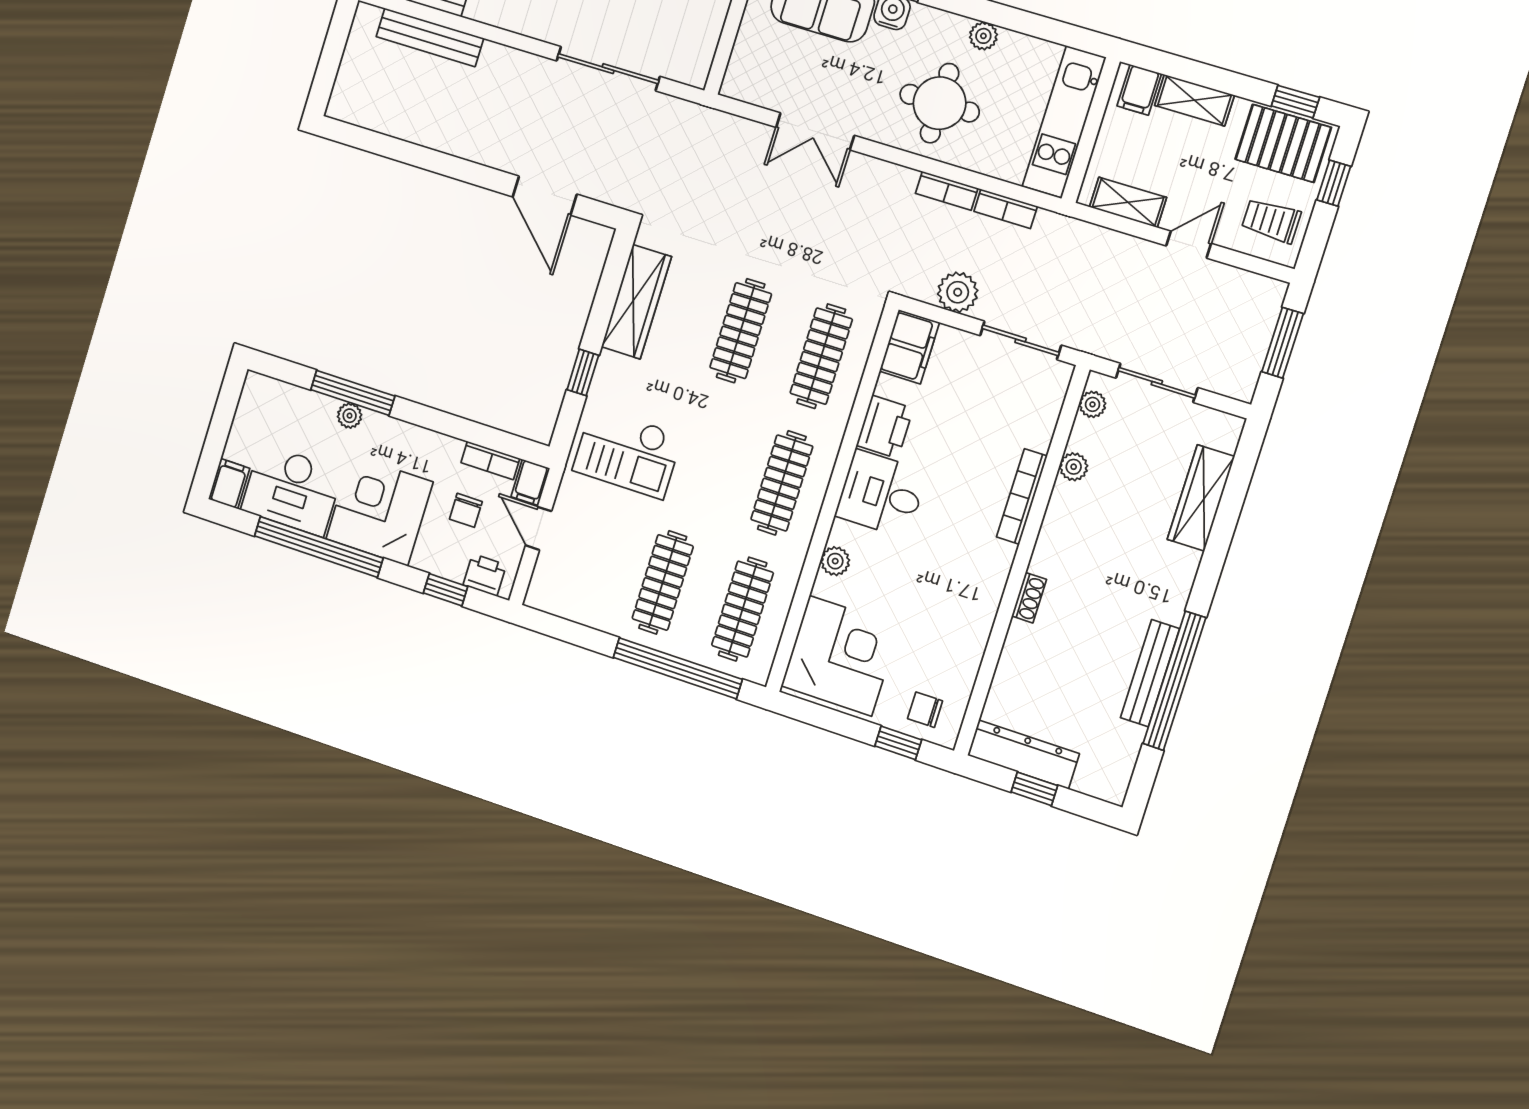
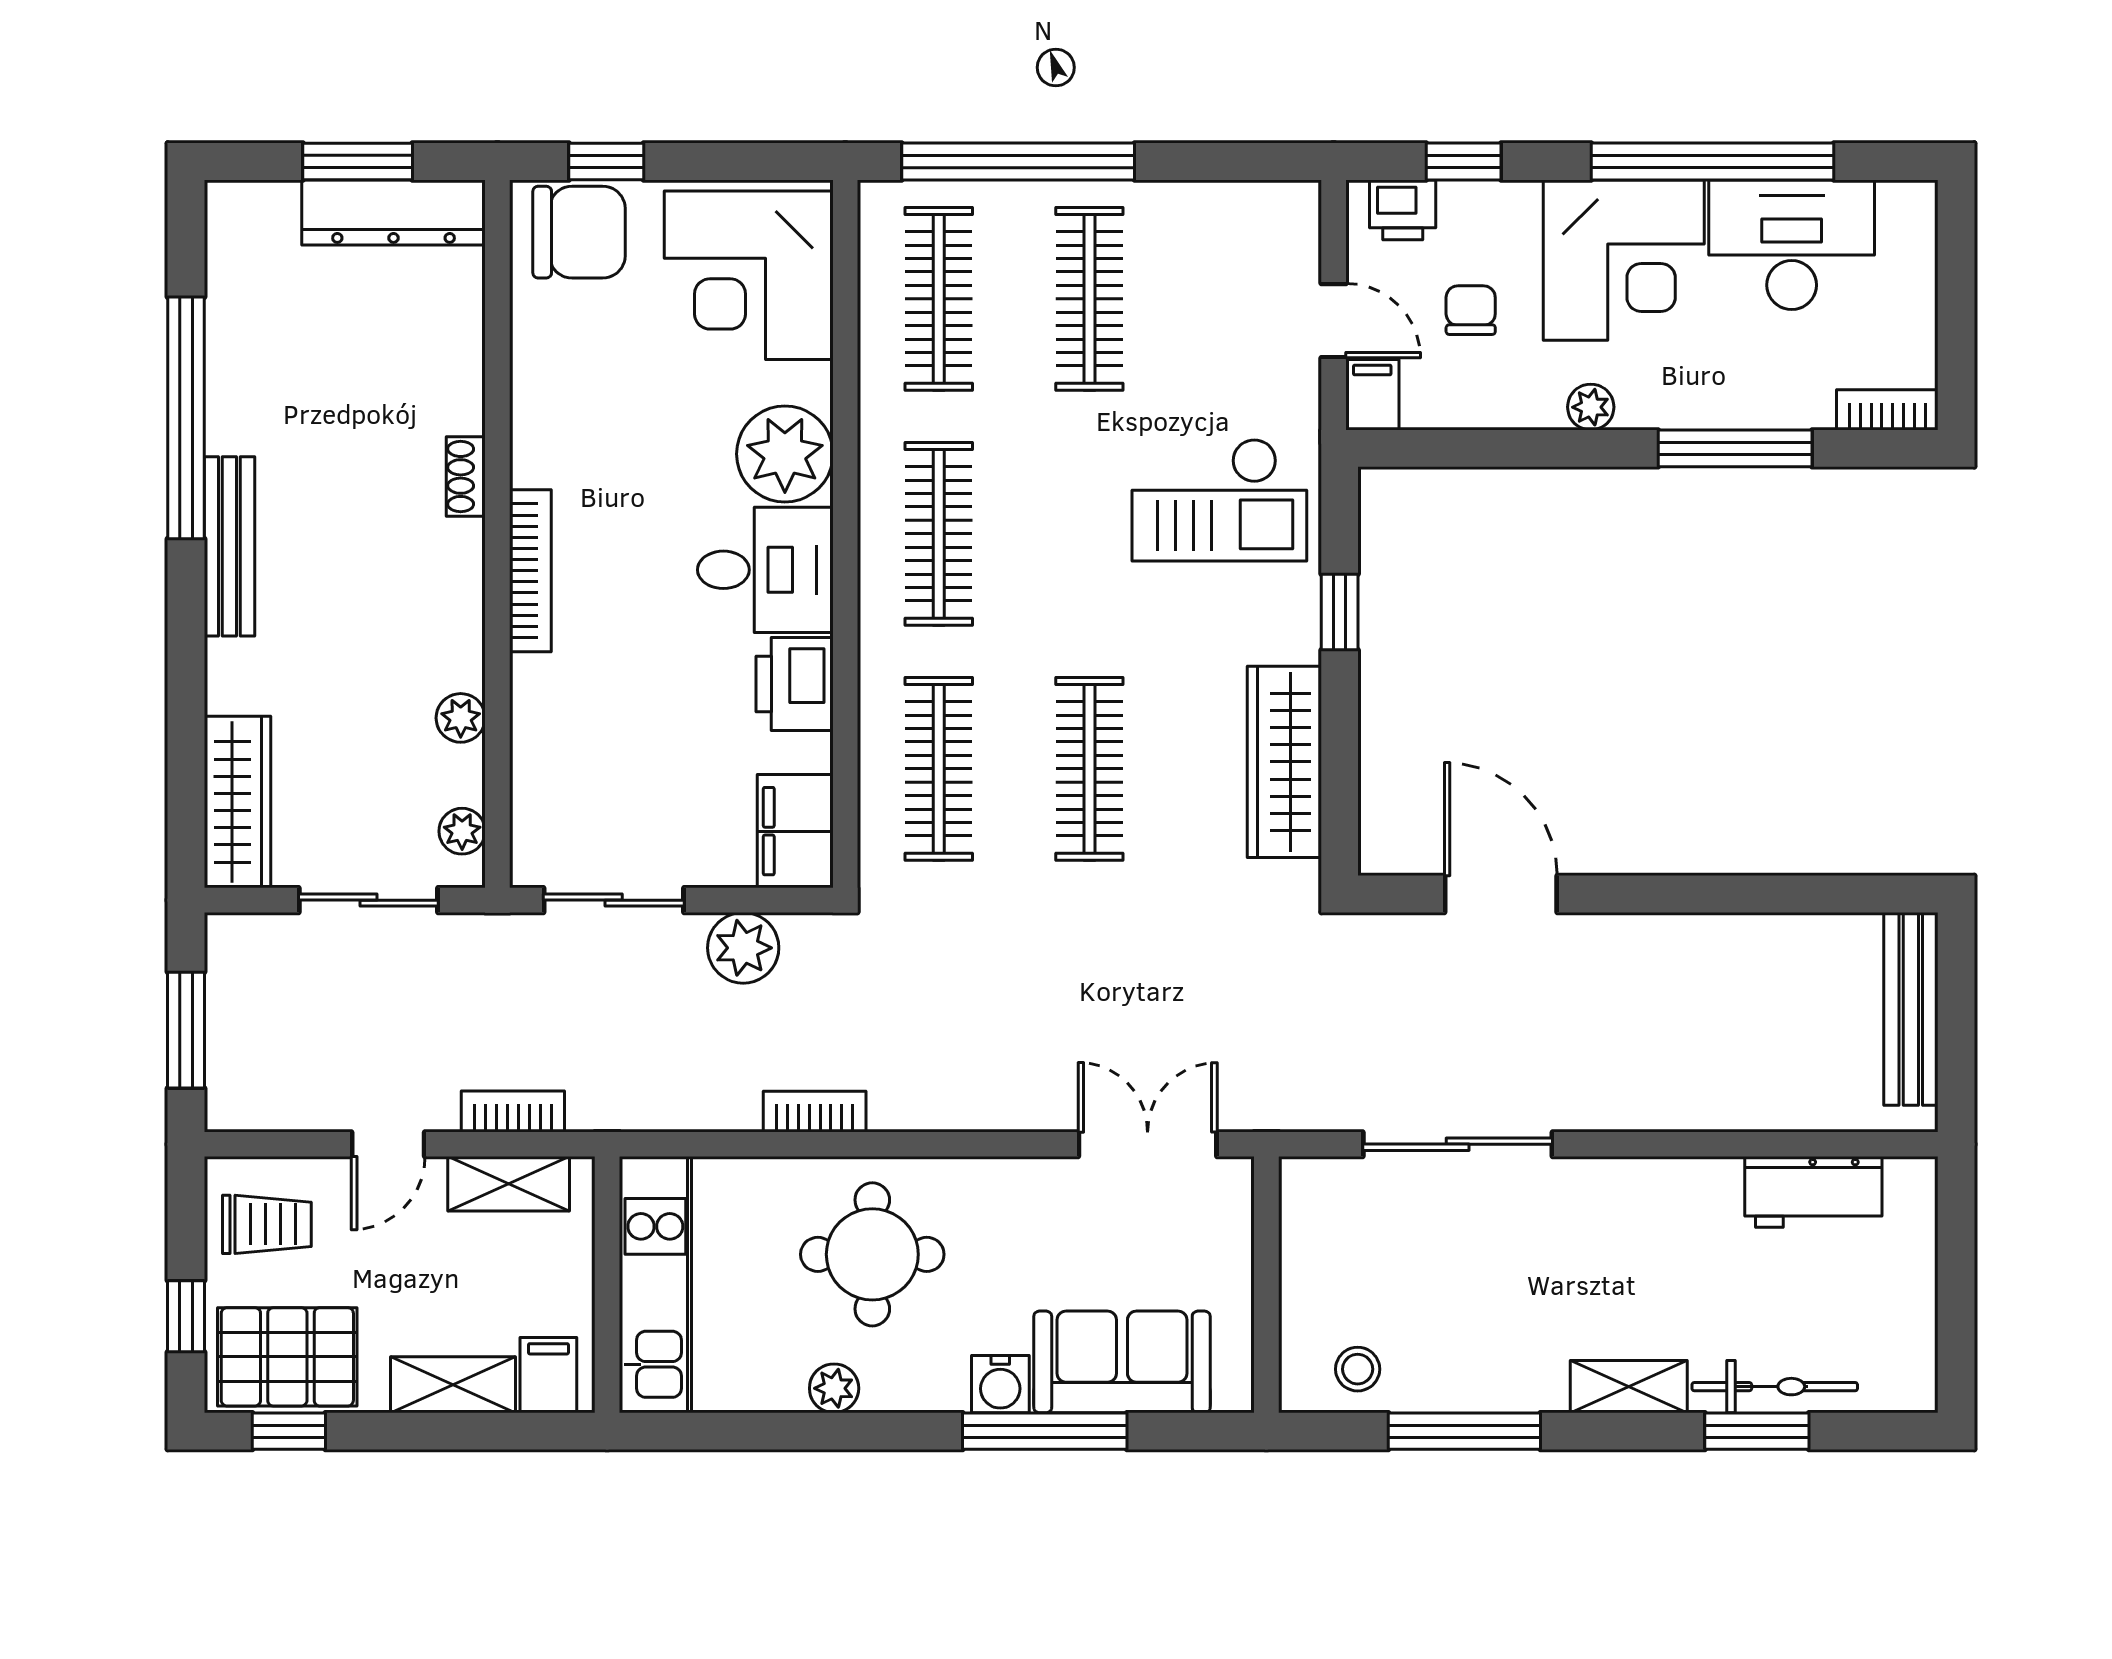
bench: (430, 37) -> (1911, 1009), moved, turned 90
double door: (815, 131) -> (1148, 1144), moved
bookcase: (1006, 209) -> (513, 1111), moved
plant: (350, 416) -> (1591, 407), moved
checkout: (627, 453) -> (1219, 500), turned 180
bookcase: (490, 460) -> (1887, 410), moved
filing cabinet: (229, 484) -> (1909, 219), removed
bookcase: (1022, 496) -> (530, 571), moved
wardrobe: (1201, 498) -> (238, 802), moved
plant: (835, 561) -> (785, 454), width x1.87, depth x1.87
bench: (1150, 673) -> (229, 546), moved
chair: (925, 710) -> (579, 232), width x1.87, depth x1.87
window: (1034, 789) -> (358, 161), width x1.50

